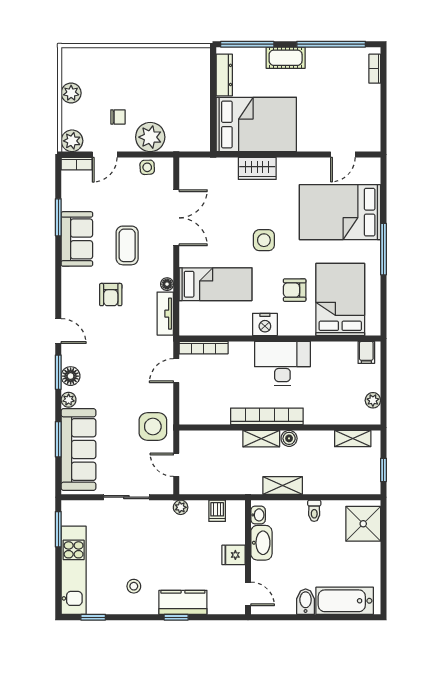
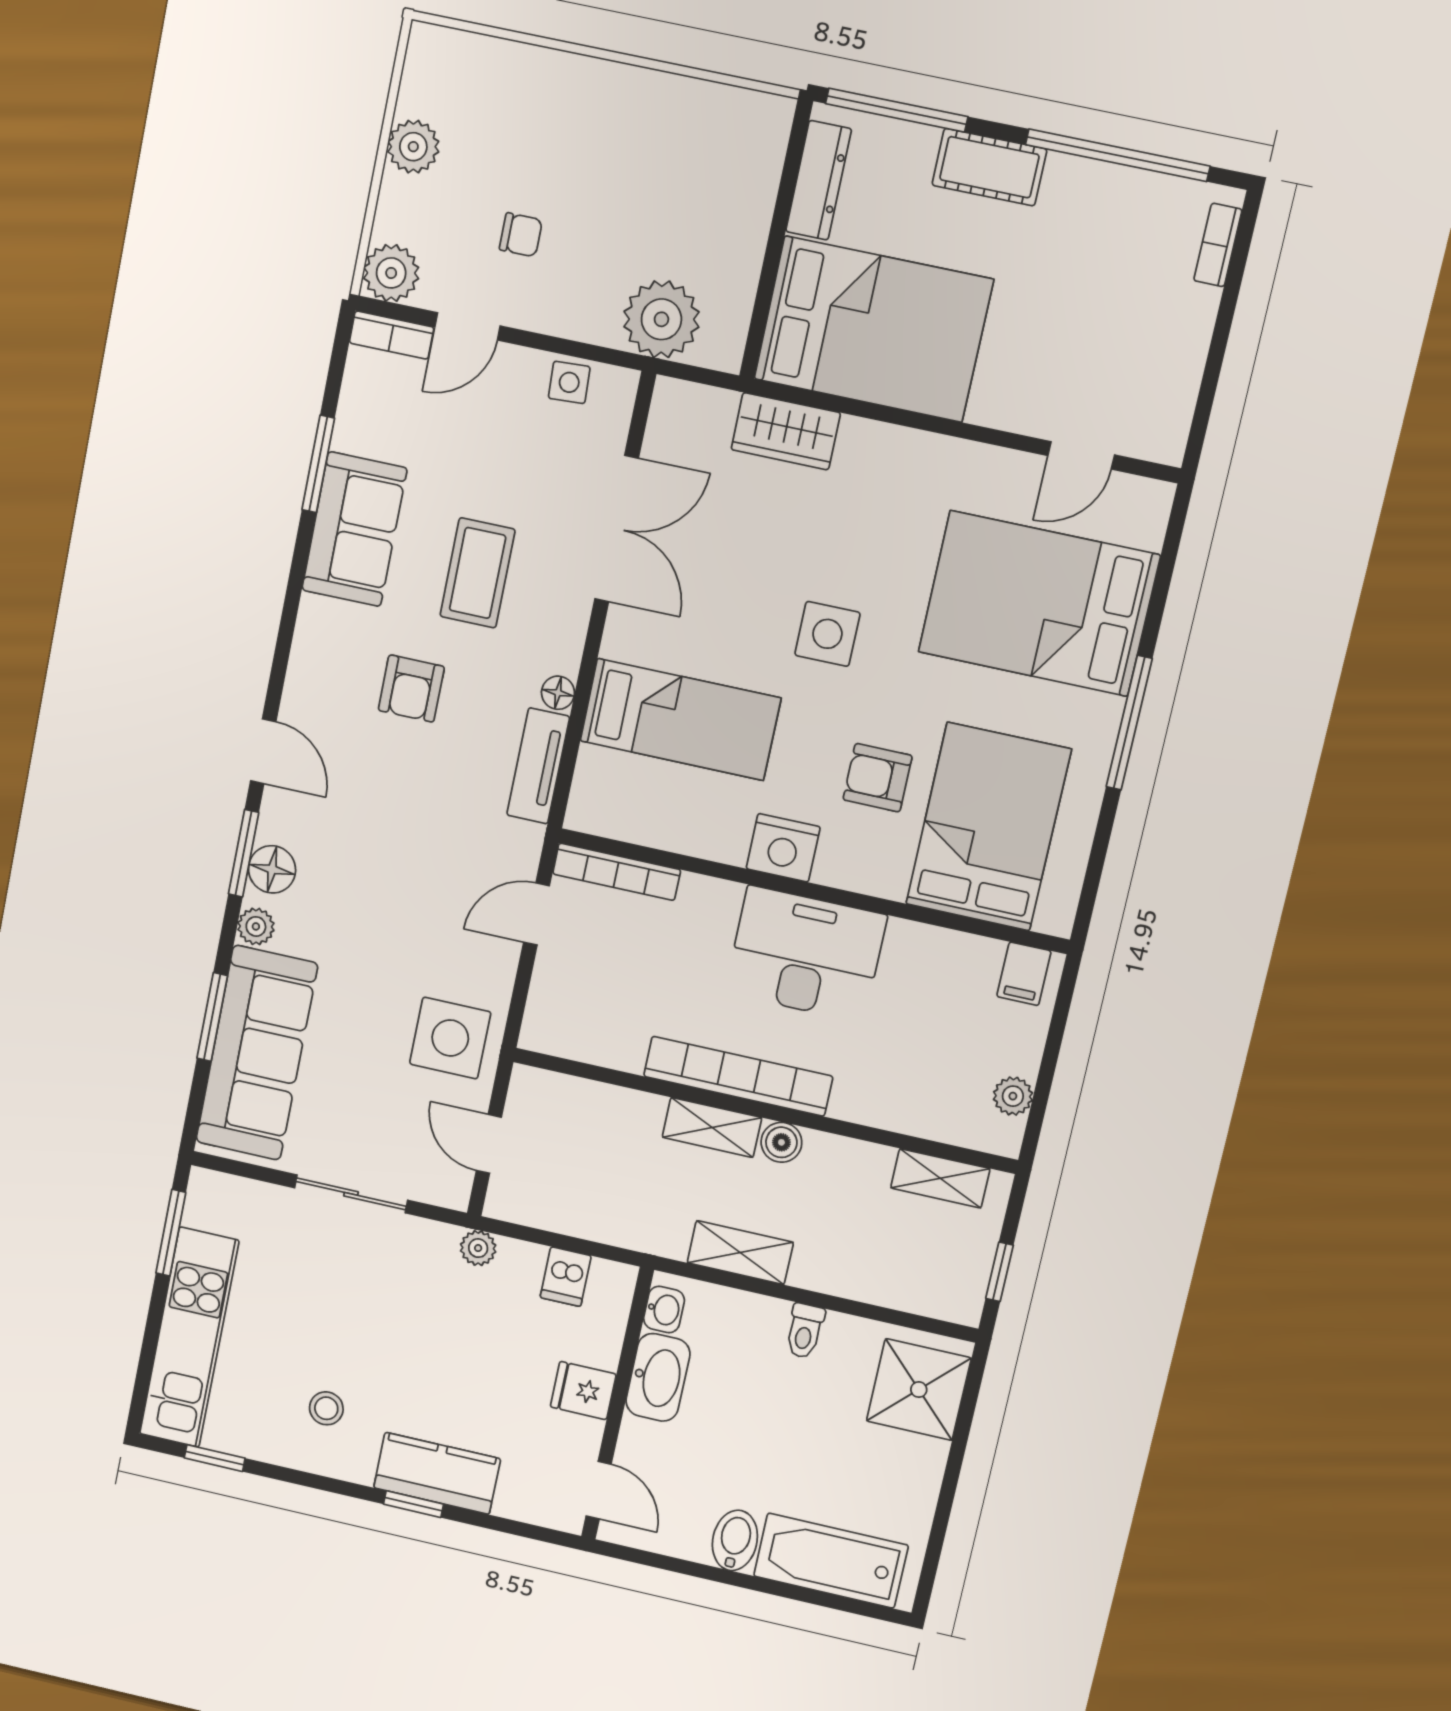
plant: (150, 137) -> (661, 319), moved
wardrobe: (257, 168) -> (786, 431), moved

